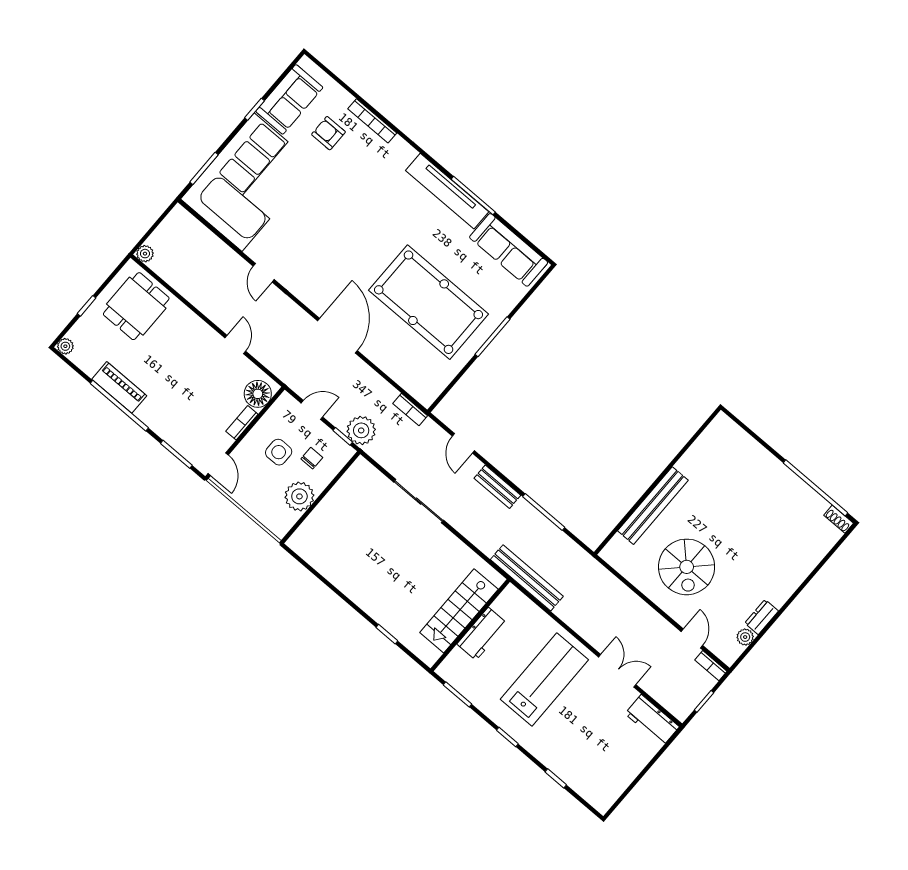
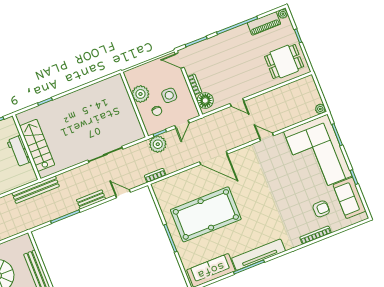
plant: (145, 254) -> (320, 109), moved
dining table: (136, 306) -> (284, 62), turned 90
piano: (119, 387) -> (264, 23), moved

